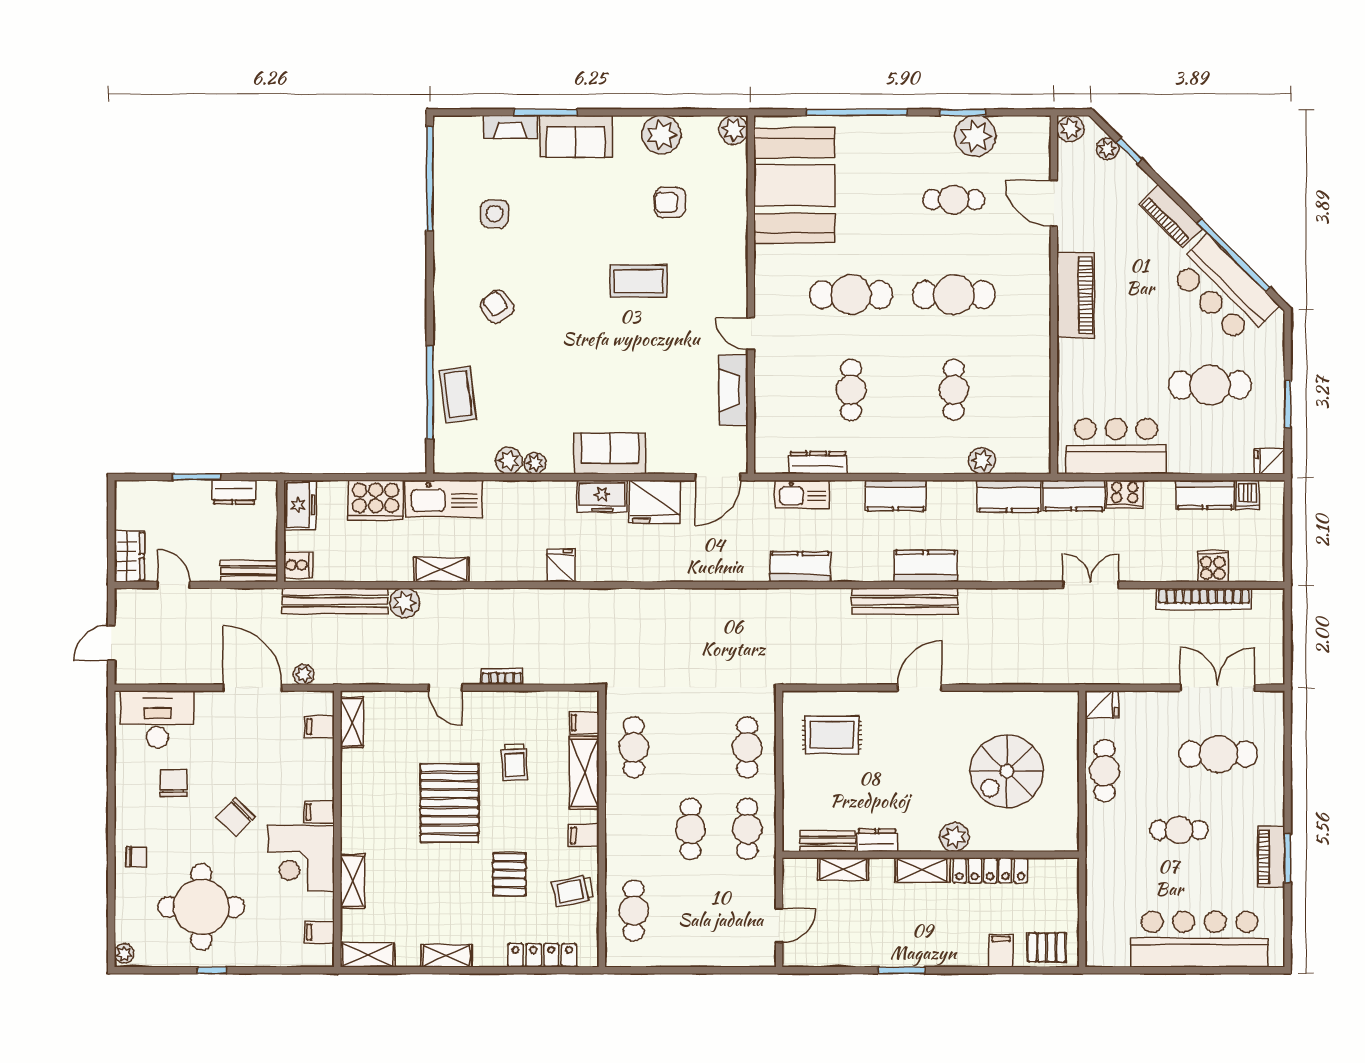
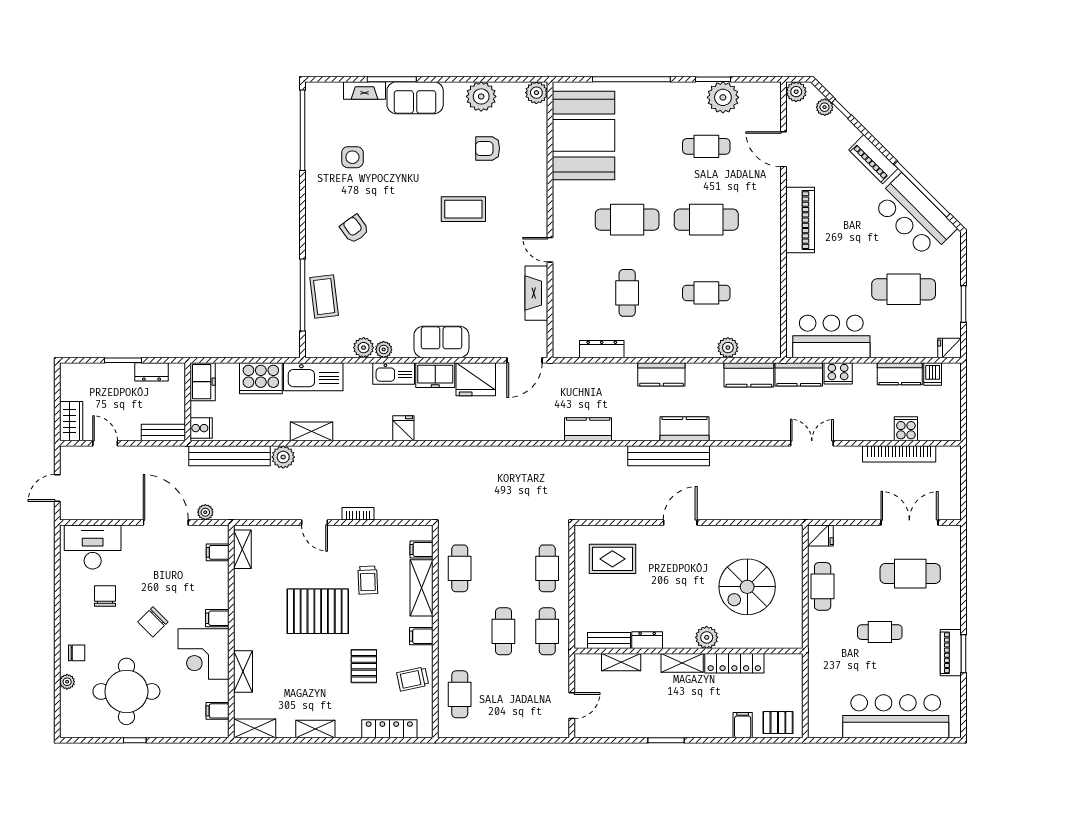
cafe table: (954, 390) -> (706, 293), turned 90
kitchen sink: (802, 494) -> (394, 373), moved
pallet: (449, 803) -> (318, 611), turned 90
plant: (124, 954) -> (67, 682), moved

